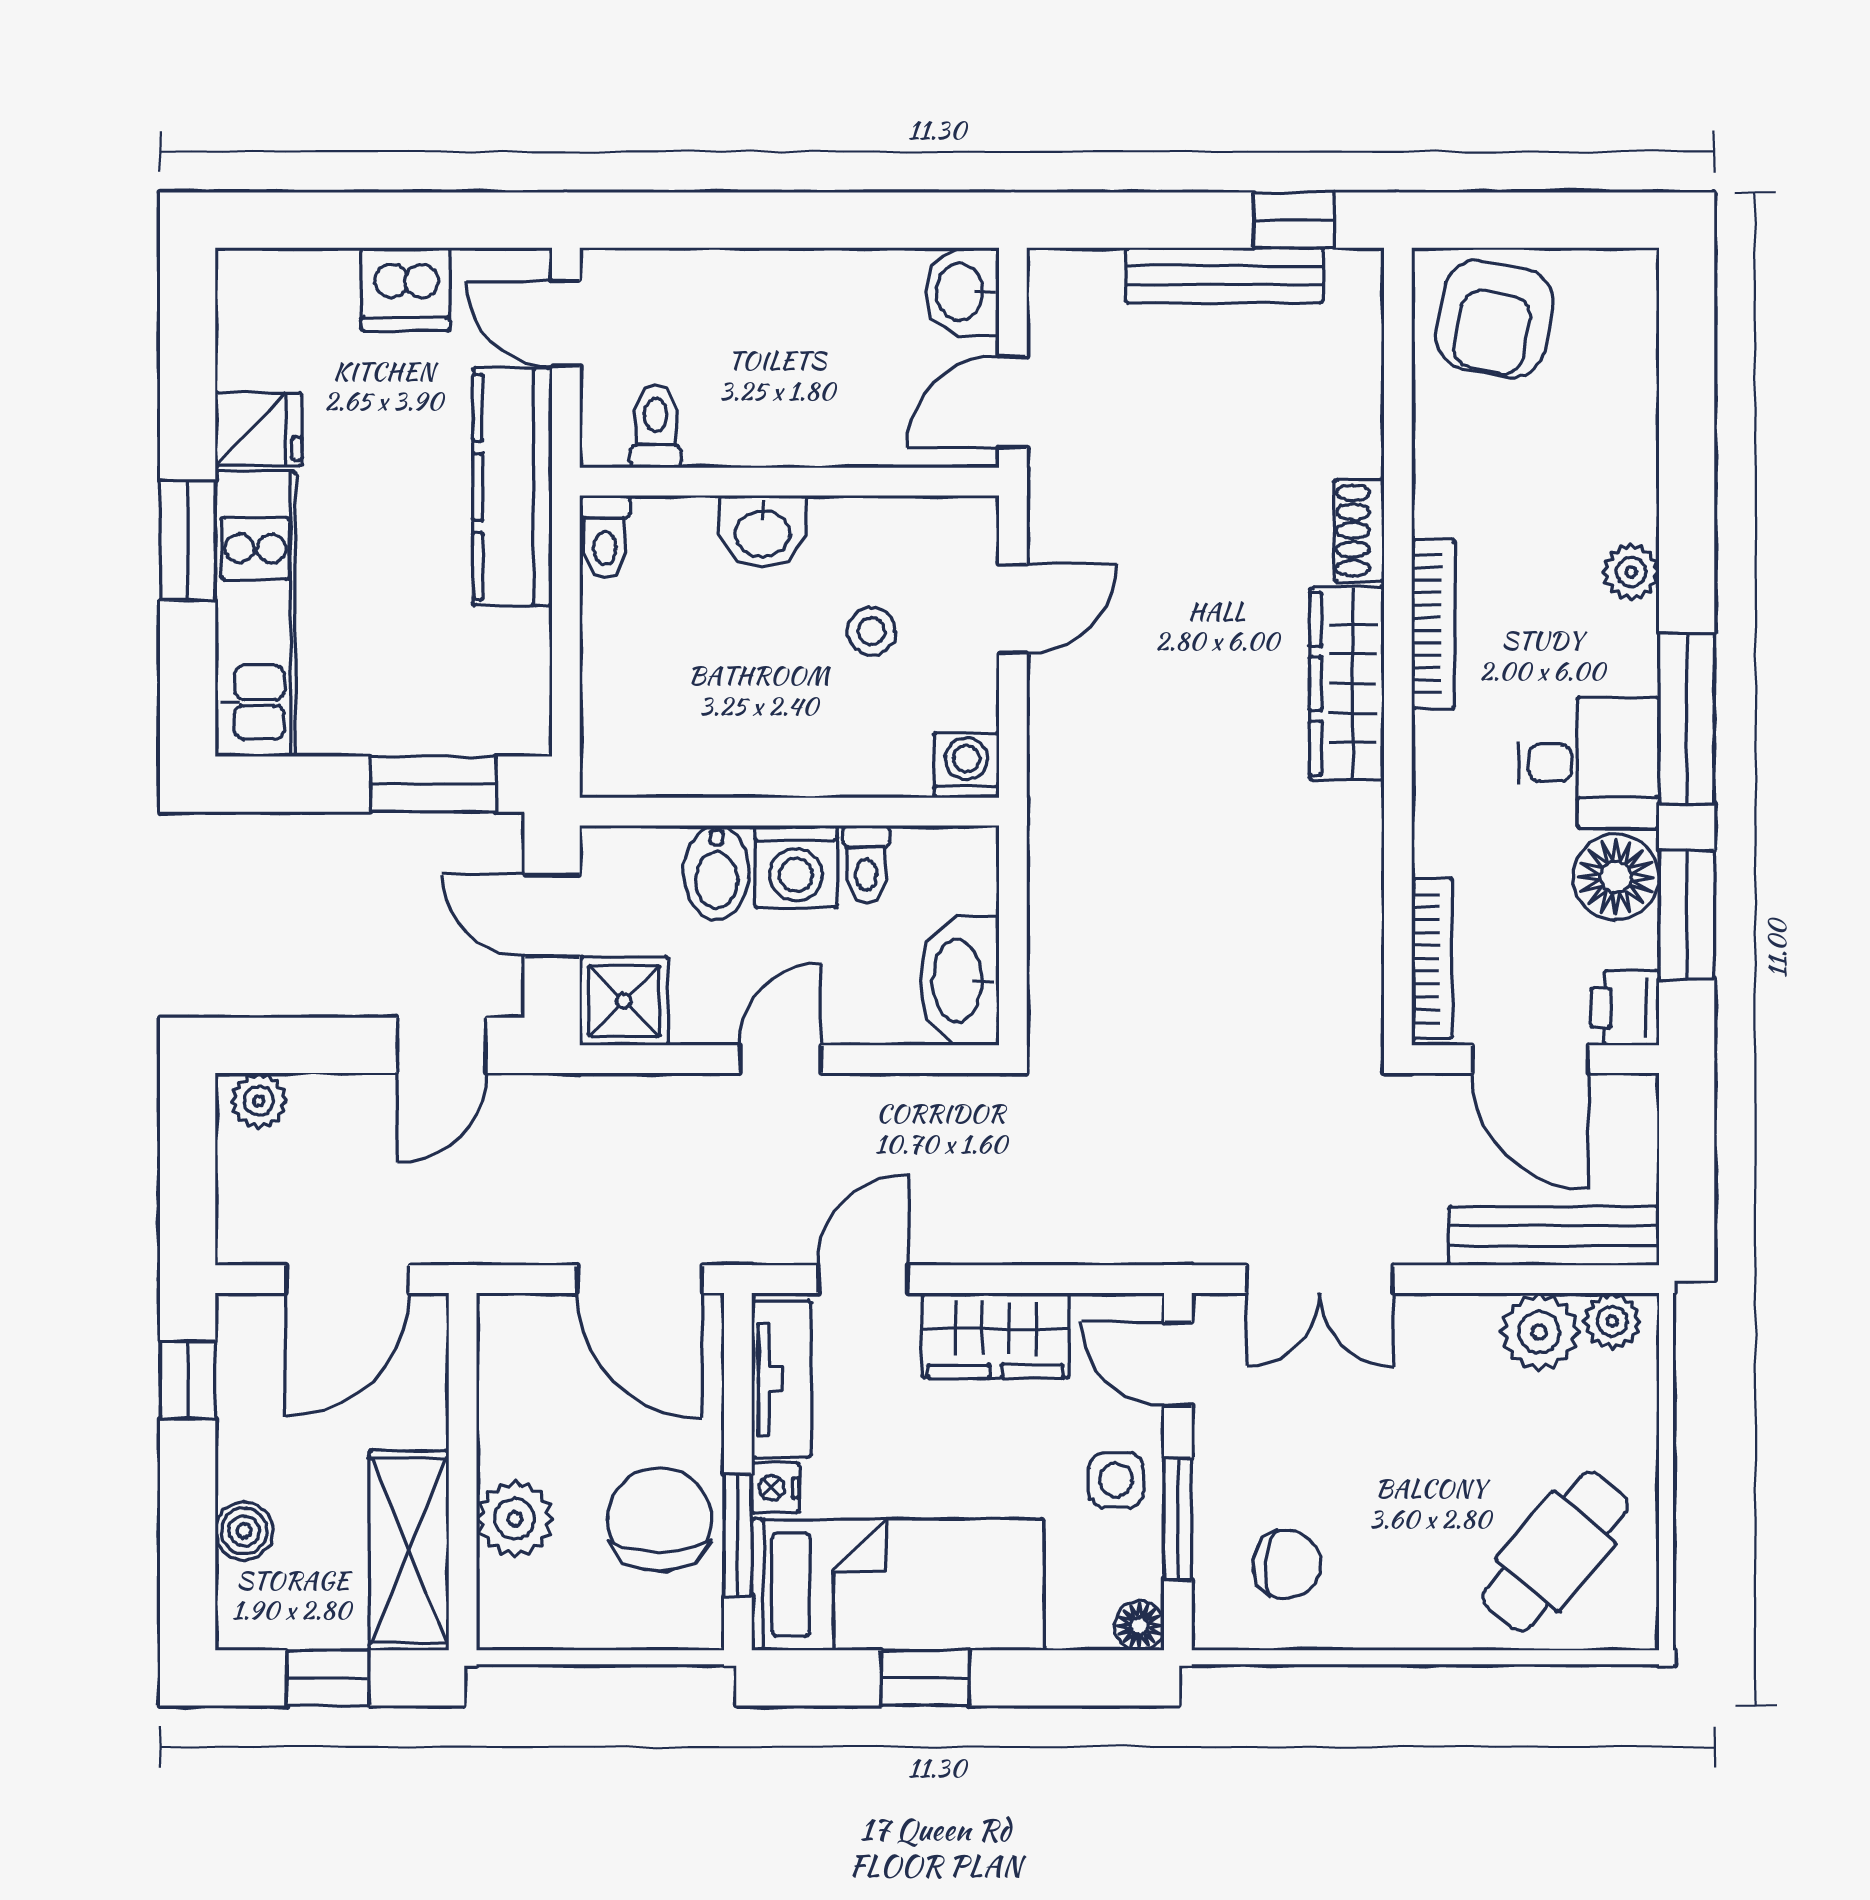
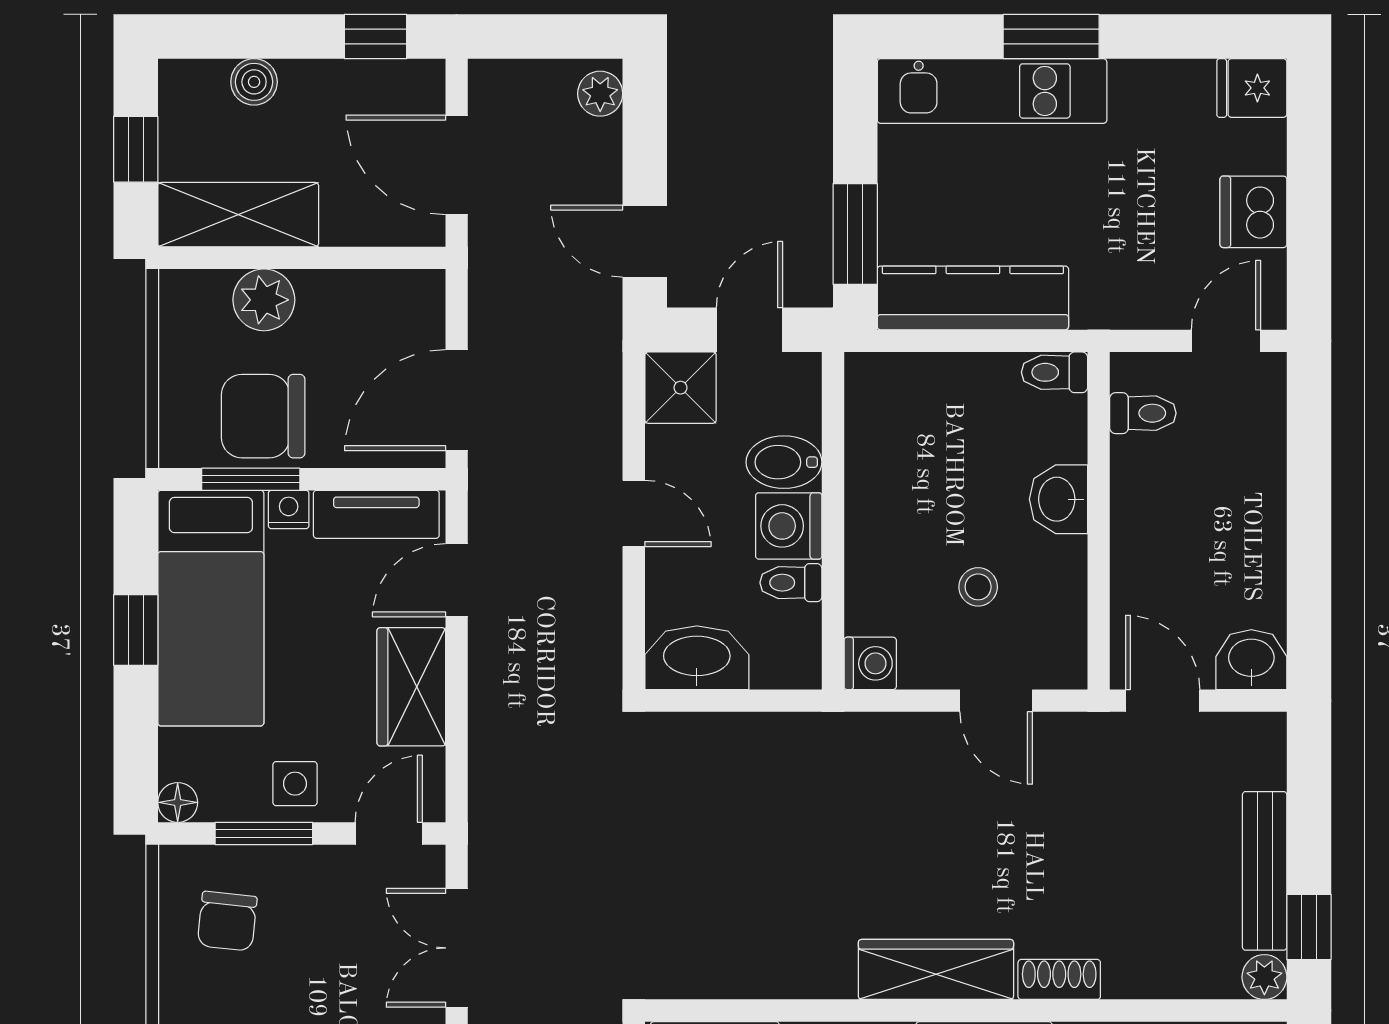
plant: (1356, 276) -> (1264, 977), added
fridge: (259, 429) -> (1252, 88), moved, turned 90
kitchen counter: (512, 487) -> (973, 298), moved
door: (863, 1279) -> (457, 580), swing flipped
chair: (659, 1520) -> (263, 416), turned 180

